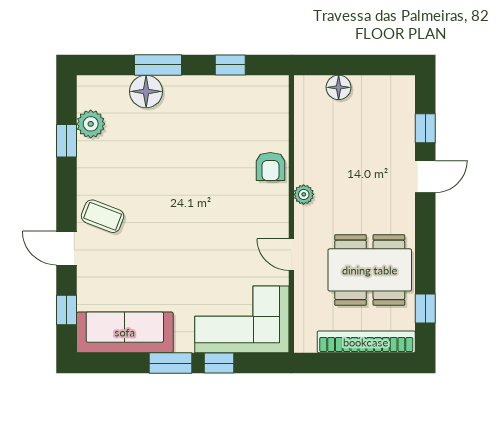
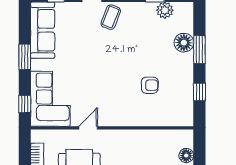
armchair: (270, 167) -> (150, 85), moved, turned 180
plant: (304, 194) -> (124, 135), removed
window: (219, 363) -> (25, 104), moved

